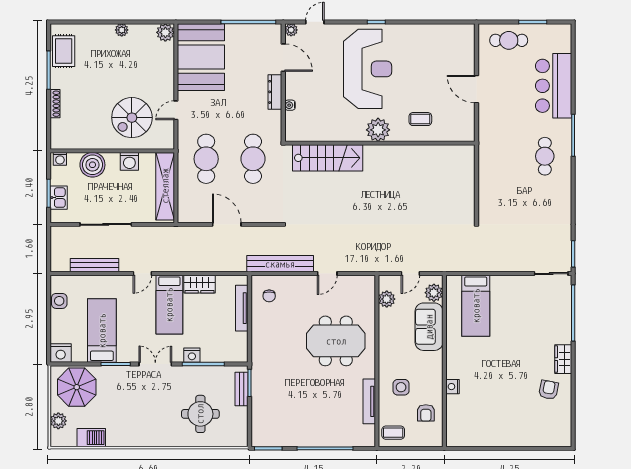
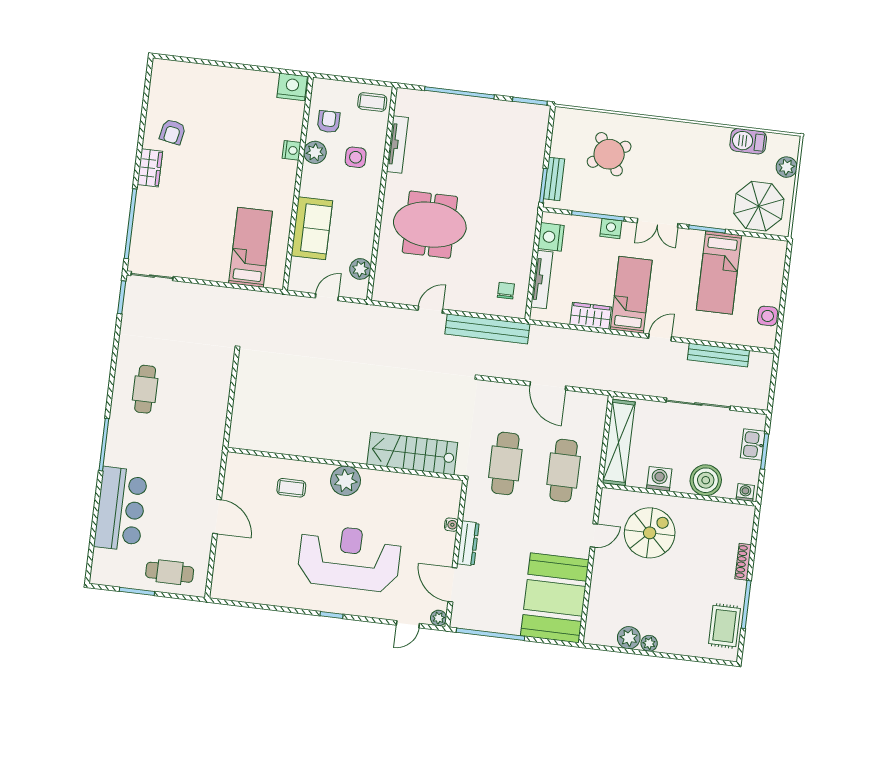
plant: (165, 32) -> (629, 638), moved
reception desk: (368, 69) -> (349, 558), turned 90
cafe table: (545, 156) -> (145, 389), moved
plant: (434, 293) -> (315, 152), moved
nightstand: (61, 353) -> (551, 237), moved, turned -90
round table: (200, 414) -> (609, 154), turned -32
nightstand: (458, 437) -> (292, 87), added

